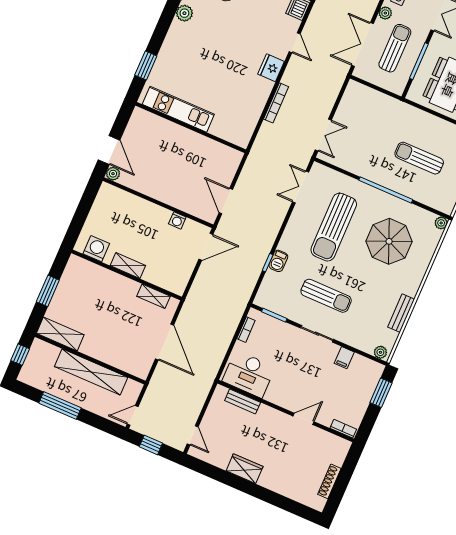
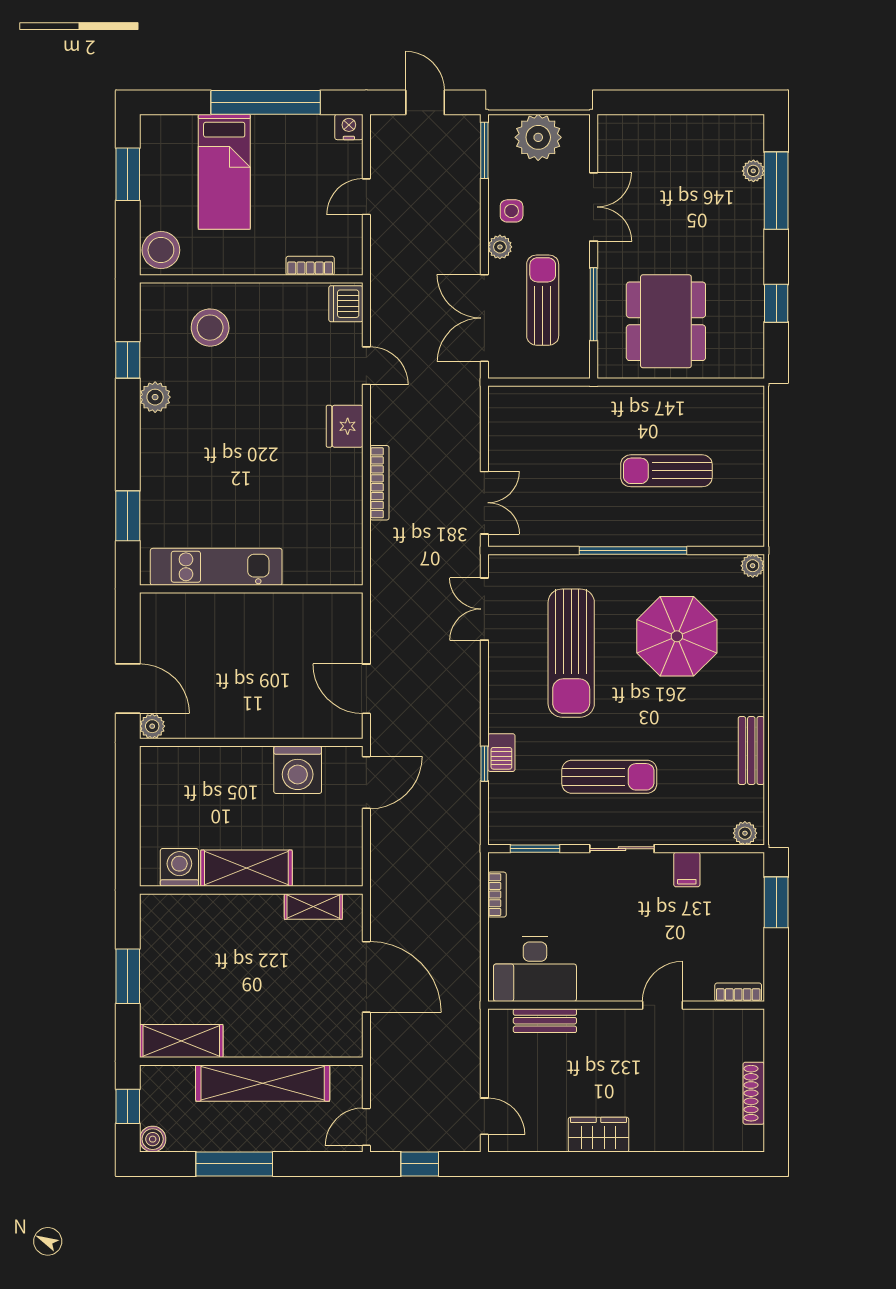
washing machine: (177, 220) -> (298, 770), width x1.89, depth x1.89
shelving: (128, 265) -> (246, 868), width x1.50, depth x1.33
boiler: (25, 376) -> (153, 1139), added

